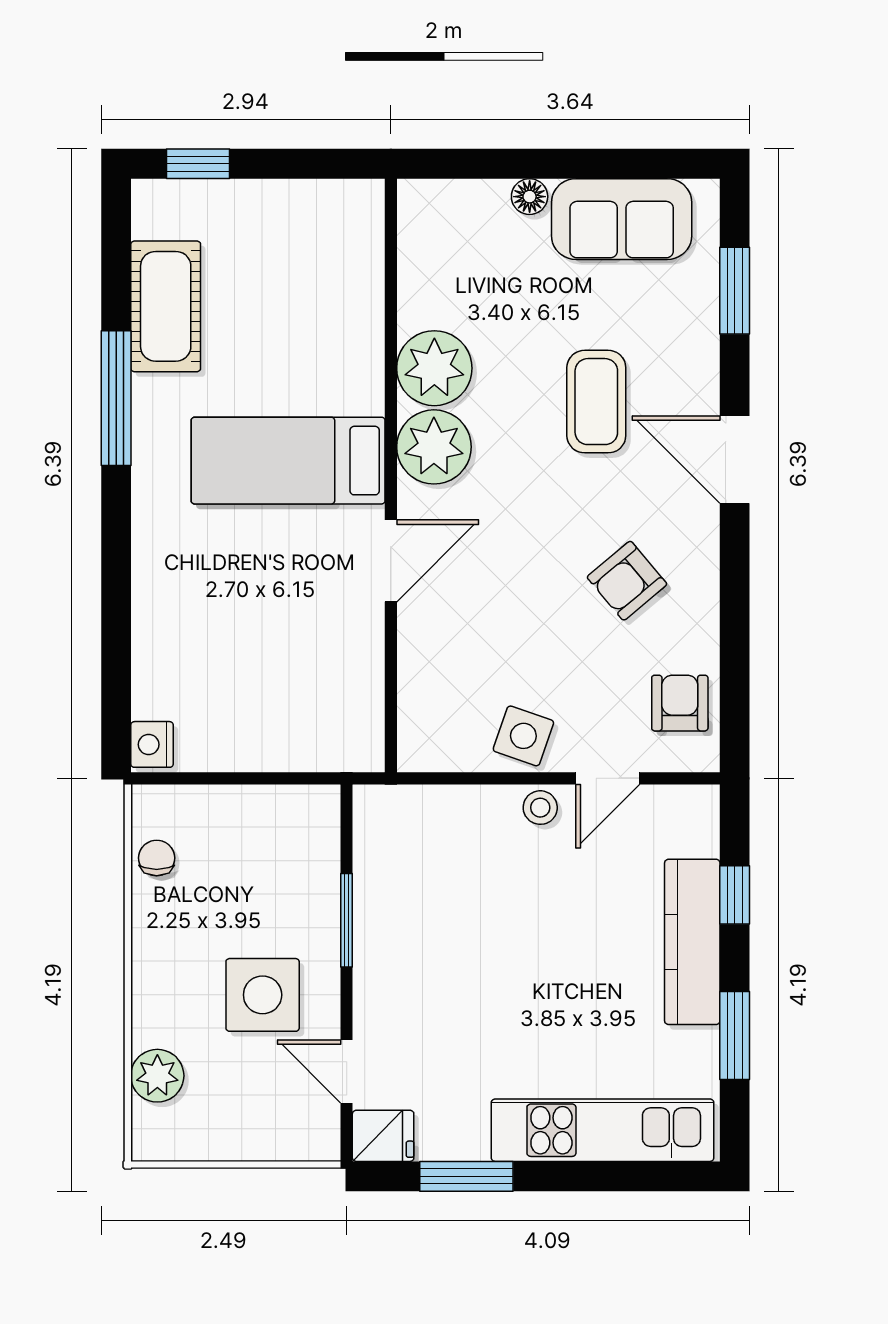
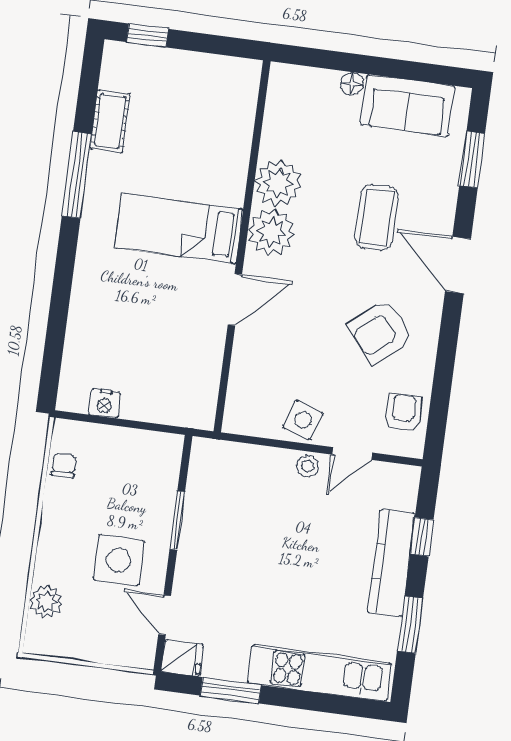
cot: (166, 306) -> (110, 121), width x0.73, depth x0.75
armchair: (627, 581) -> (381, 332), width x1.38, depth x1.38
nightstand: (152, 744) -> (105, 403), moved, turned -90

